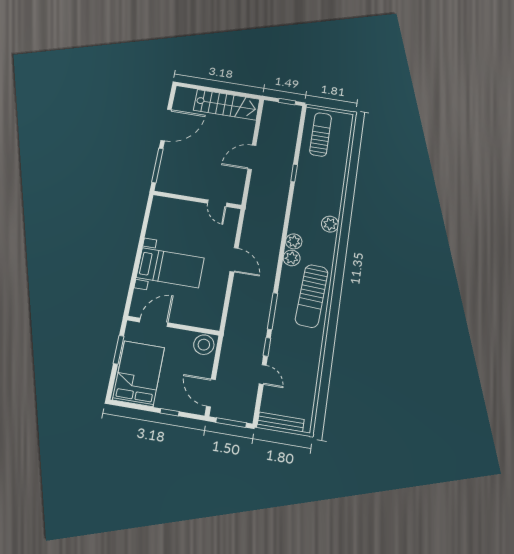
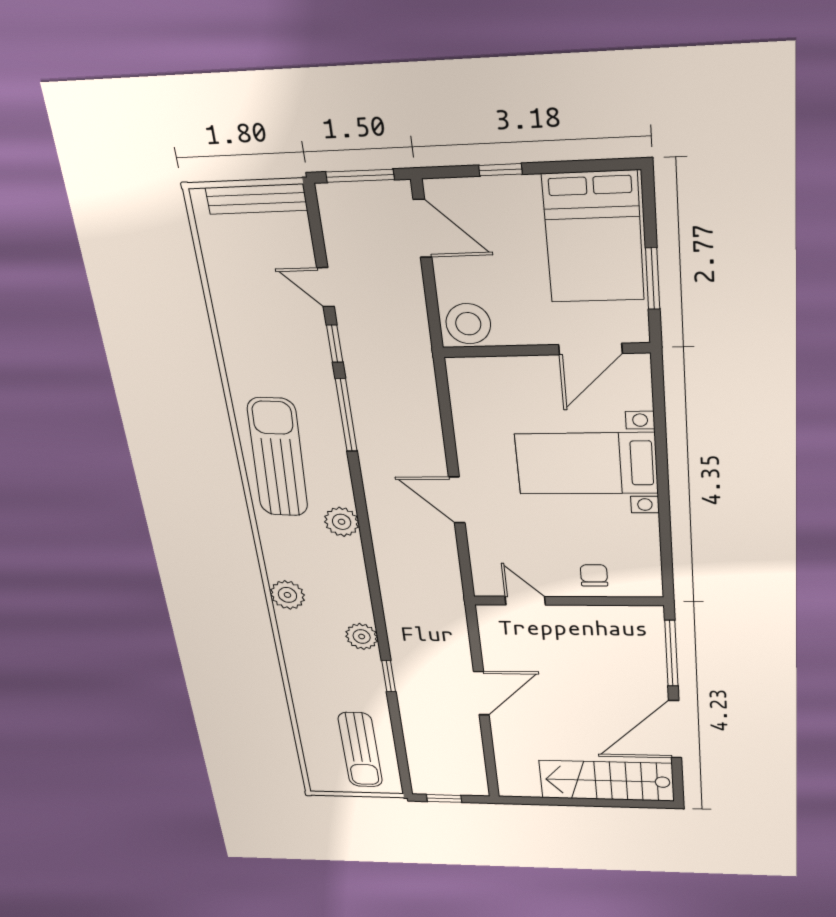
stairs: (227, 105) -> (607, 781), moved
chair: (182, 211) -> (594, 575), added
plant: (294, 241) -> (362, 637), moved

